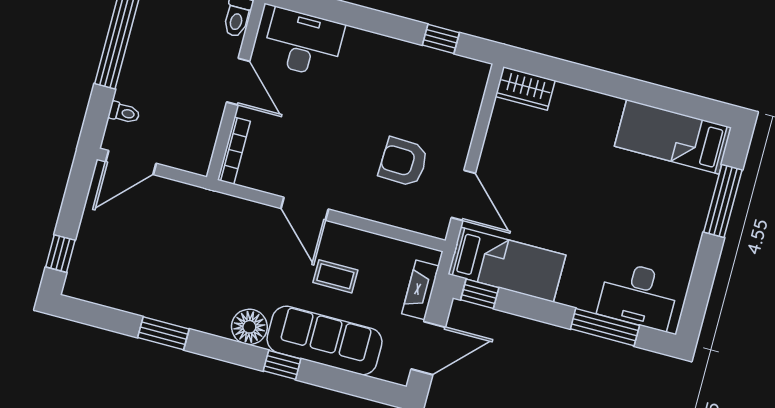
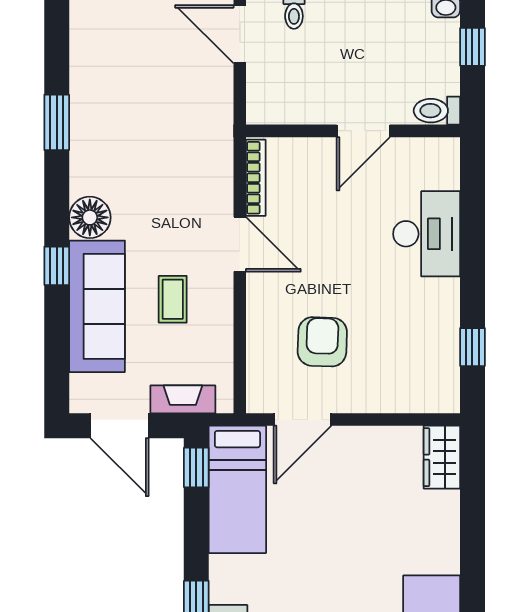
desk: (303, 43) -> (427, 234), moved
bookcase: (234, 151) -> (256, 178), moved, turned -90
door: (305, 209) -> (240, 244), swing flipped

